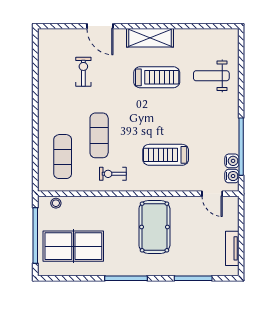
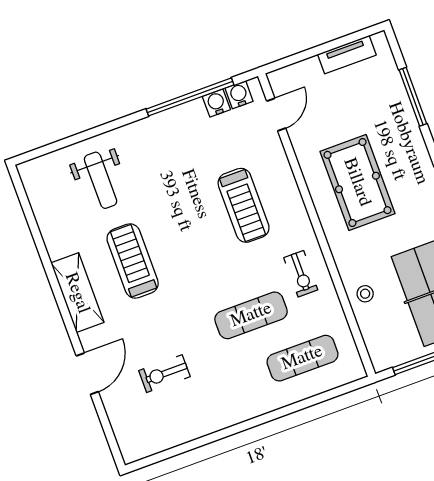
stool: (56, 203) -> (365, 294), moved
pool table: (154, 227) -> (357, 182), turned 90

